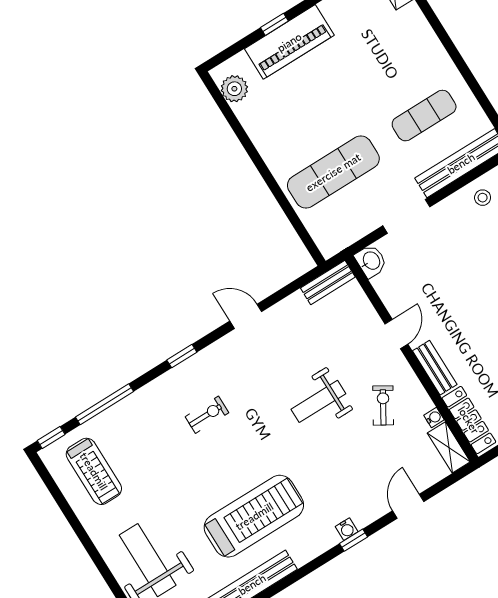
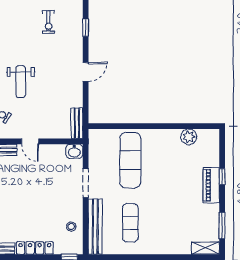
piano: (289, 42) -> (211, 185), width x0.73, depth x0.75
plant: (234, 89) -> (189, 137), moved
weight bench: (318, 401) -> (21, 82), turned 180

